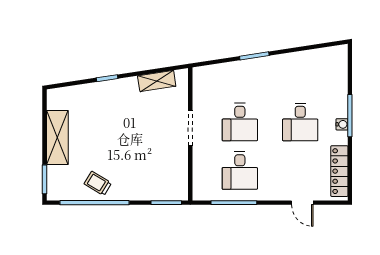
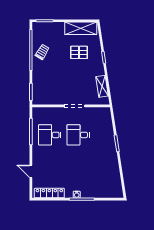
pallet: (99, 120) -> (79, 52), added
desk: (300, 122) -> (78, 170), removed
shelving: (57, 138) -> (81, 28), moved
door: (302, 203) -> (31, 171), hinge flipped

